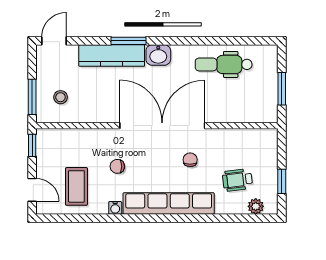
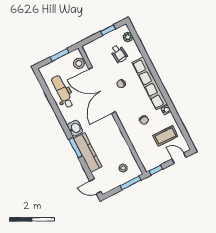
dental chair: (224, 64) -> (62, 92), turned 180
stool: (254, 111) -> (79, 63), added
double door: (162, 126) -> (102, 90), moved
door: (32, 190) -> (179, 158), hinge flipped

